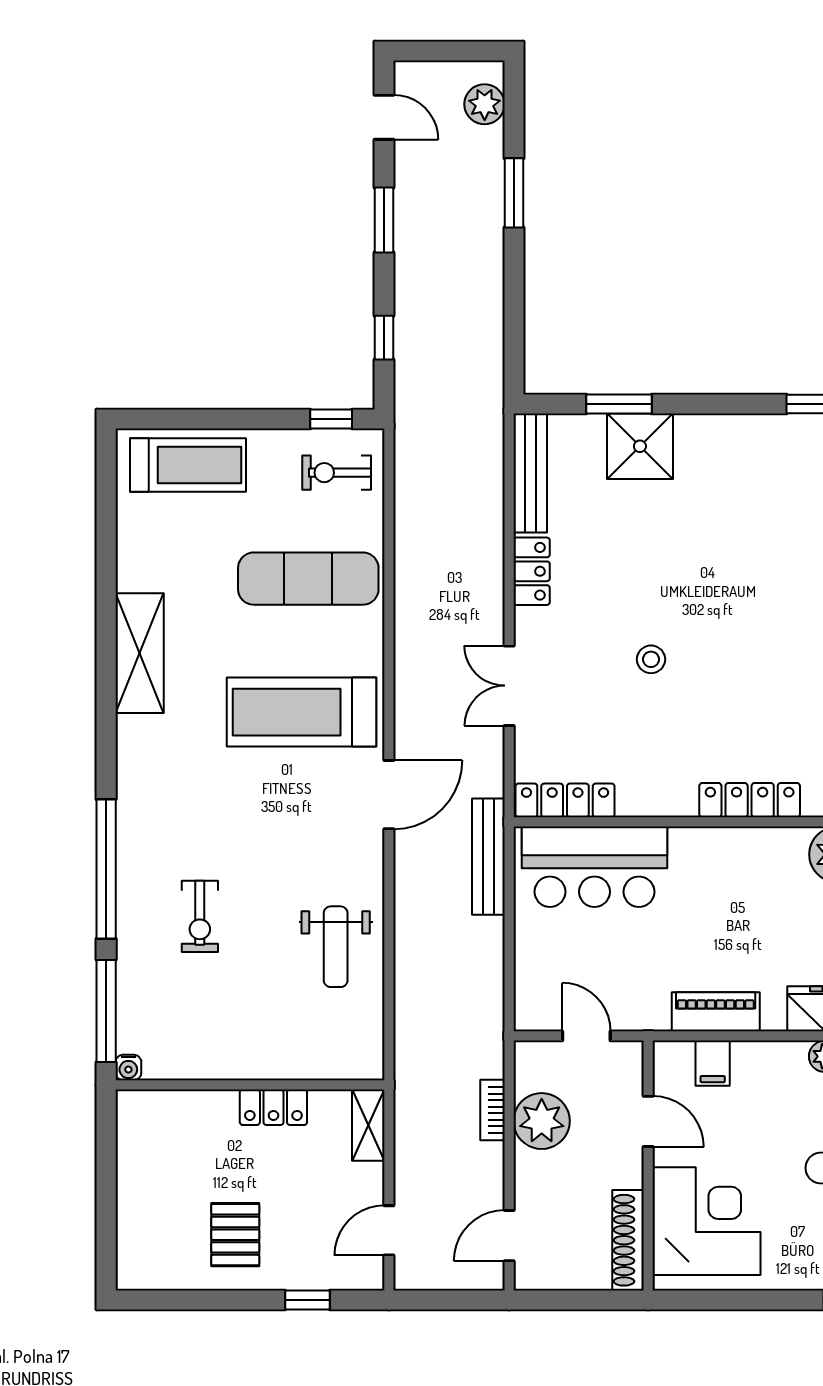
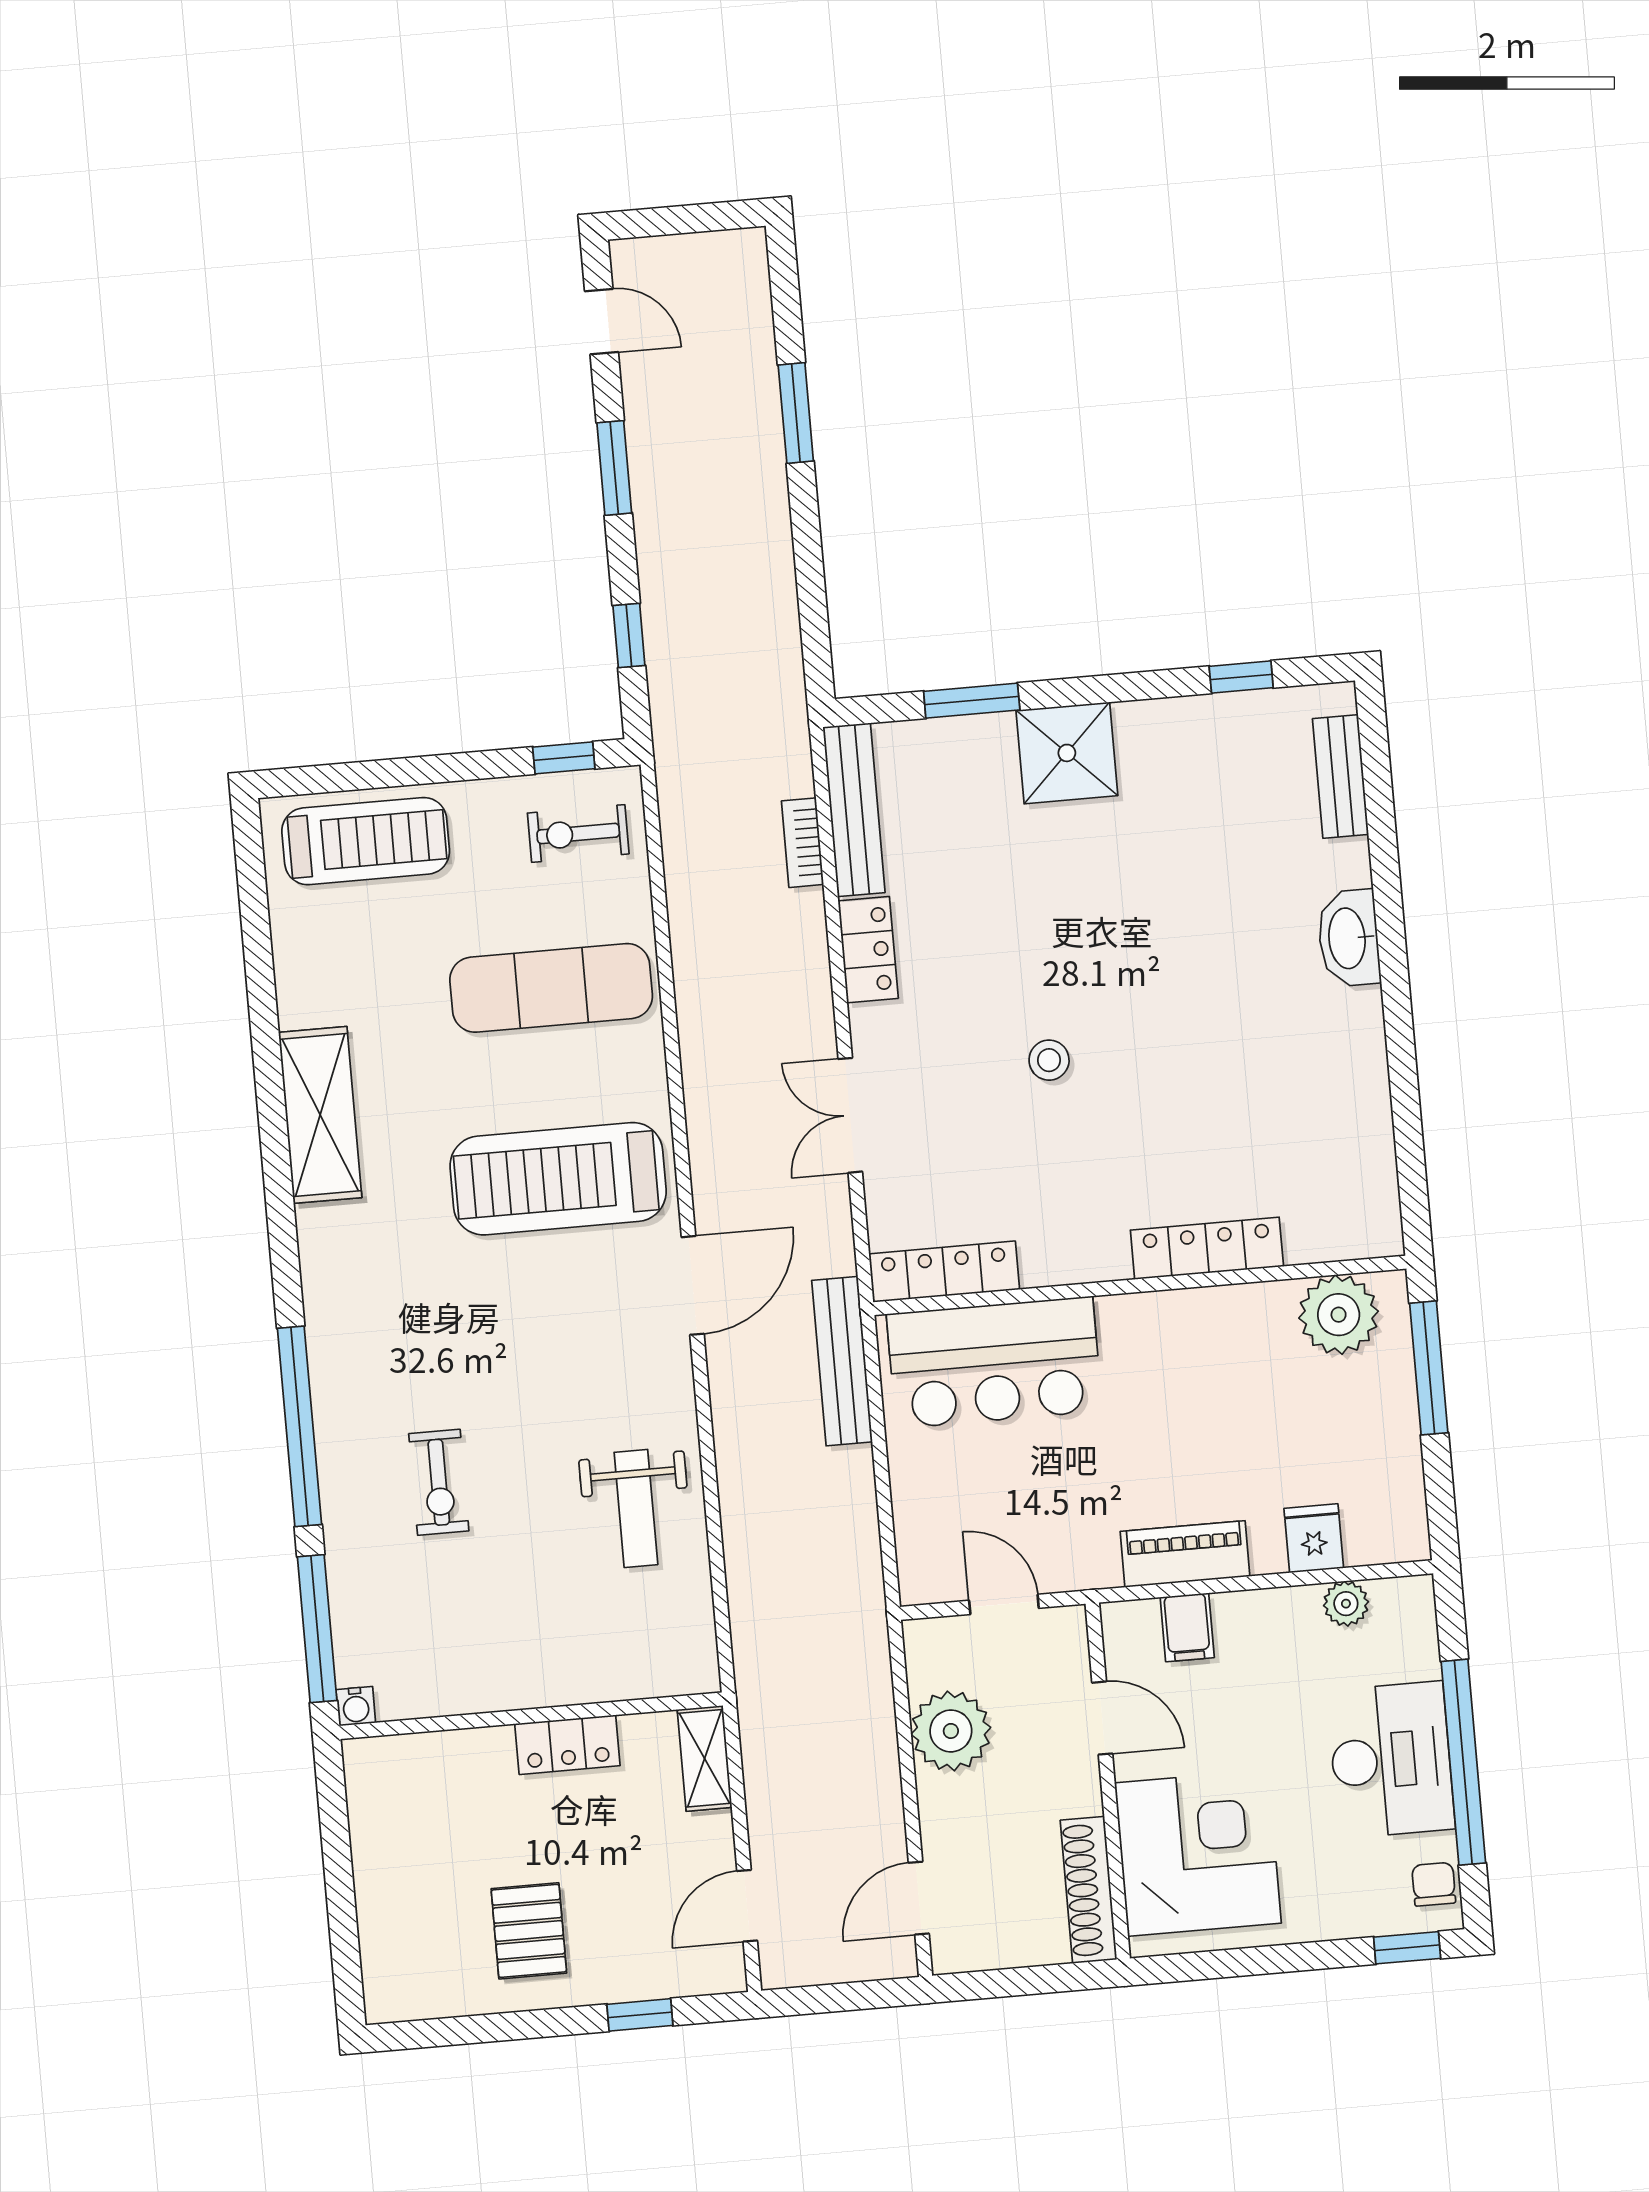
plant: (485, 104) -> (743, 291), removed
shower: (640, 446) -> (1067, 753), moved
bookcase: (492, 1110) -> (803, 843), moved

